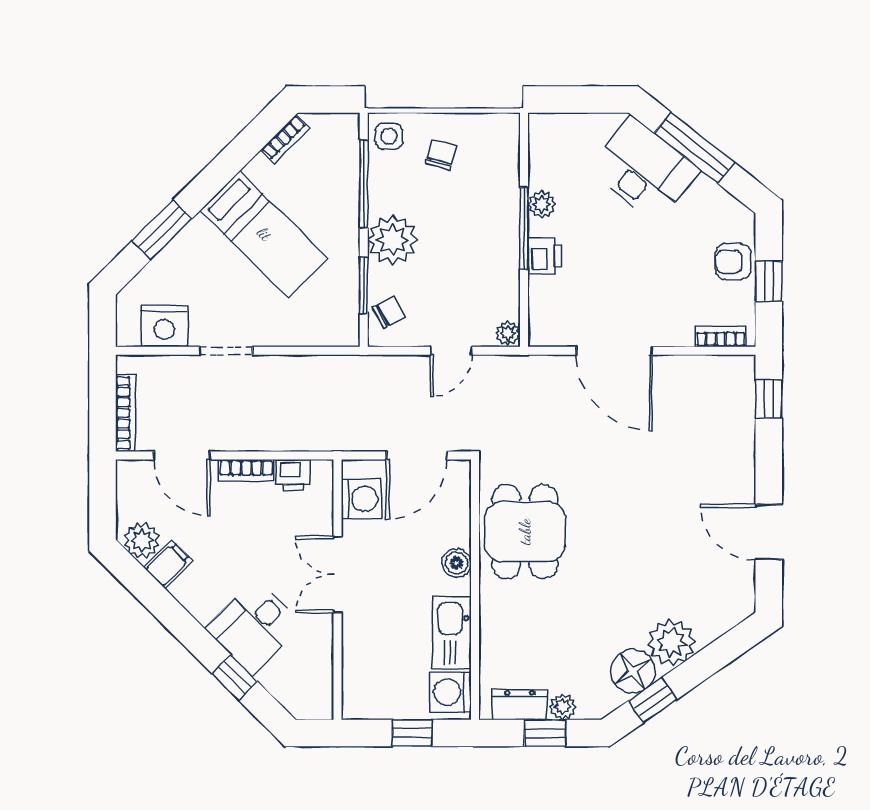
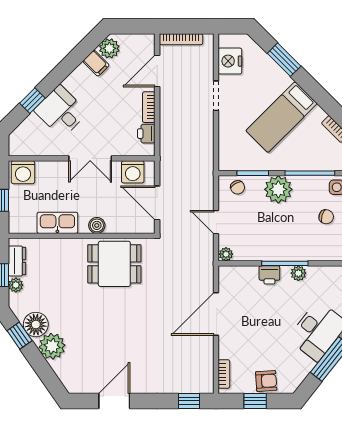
armchair: (733, 262) -> (266, 381), turned 86
double door: (338, 575) -> (90, 158), swing flipped
washing machine: (450, 692) -> (23, 172), moved, turned 180

